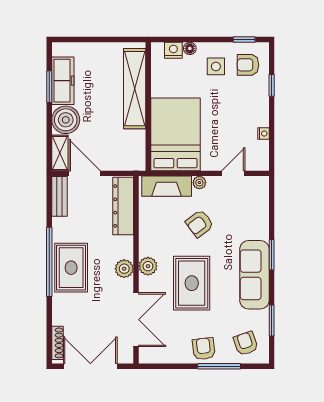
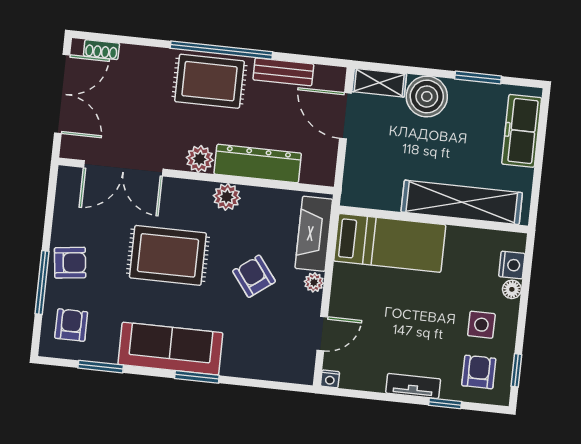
freezer: (63, 81) -> (522, 131), moved, turned 90
tv unit: (262, 108) -> (413, 386), added
nightstand: (263, 133) -> (330, 379), moved
bed: (175, 134) -> (390, 243), width x0.67
door: (85, 173) -> (345, 116), swing flipped
door: (233, 173) -> (322, 333), hinge flipped
bench: (59, 196) -> (283, 72), moved
dresser: (123, 206) -> (258, 164), moved
plant: (148, 266) -> (227, 197), moved
shoe rack: (58, 343) -> (101, 50), width x0.70
armchair: (246, 343) -> (71, 325), turned -71

